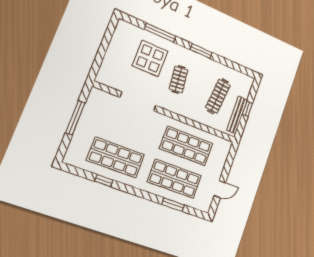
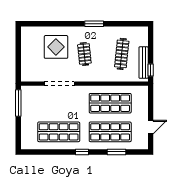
window: (160, 33) -> (56, 24), removed
window: (247, 109) -> (151, 70), moved
window: (75, 118) -> (18, 103), moved
window: (104, 181) -> (82, 152), moved

